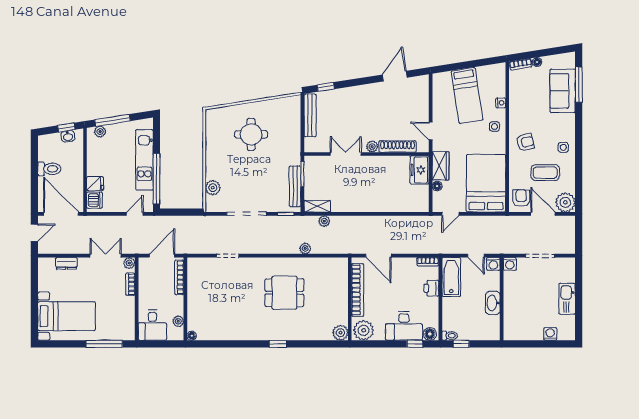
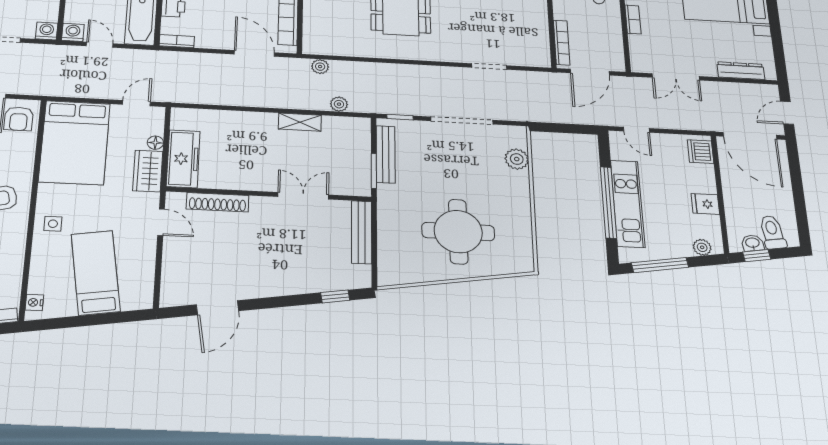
nightstand: (501, 103) -> (34, 302), moved
bench: (310, 116) -> (362, 232), moved
window: (113, 120) -> (660, 265), moved
round table: (251, 134) -> (458, 232), width x1.36, depth x1.36
plant: (372, 147) -> (260, 204), removed
double door: (346, 154) -> (303, 196), swing flipped
toilet: (49, 169) -> (772, 232), moved, turned 81
freezer: (420, 170) -> (183, 159), width x1.40
window: (157, 179) -> (608, 202), moved
fridge: (95, 184) -> (705, 204), moved
shelving: (317, 206) -> (300, 122), moved
door: (135, 214) -> (636, 130), hinge flipped
plant: (305, 248) -> (320, 67), moved
dresser: (66, 263) -> (741, 71), width x1.44
plant: (129, 263) -> (639, 65), removed
bookcase: (130, 284) -> (633, 19), moved

